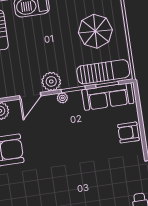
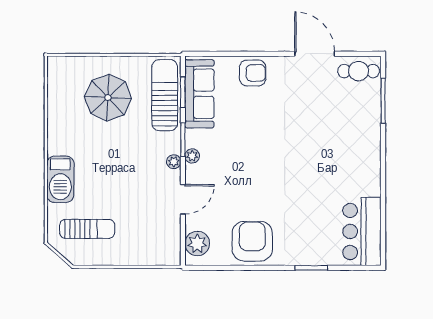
plant: (51, 81) -> (174, 162), width x0.53, depth x0.53
door: (30, 96) -> (183, 199), hinge flipped
armchair: (128, 133) -> (253, 73), turned -90

